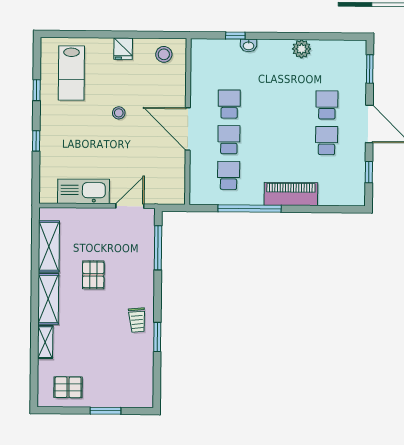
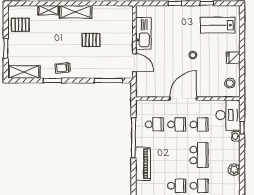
desk: (215, 58) -> (228, 115), added
school desk: (278, 105) -> (199, 155), added
shelving: (49, 246) -> (24, 72), moved
pallet: (68, 387) -> (20, 25), turned 90

